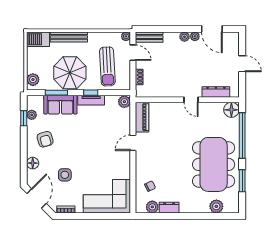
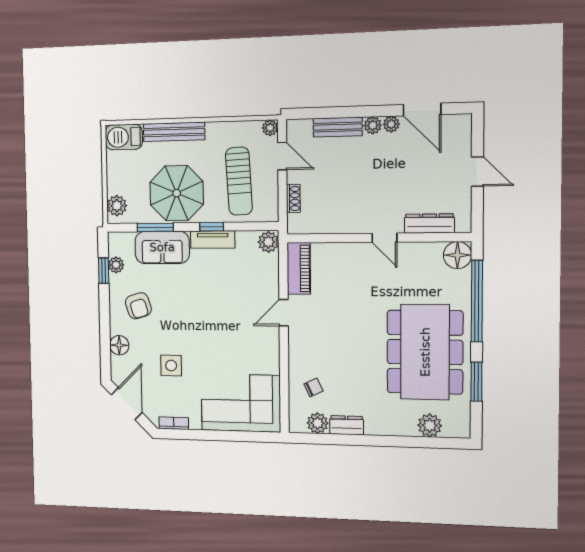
bench: (149, 37) -> (338, 127), moved

